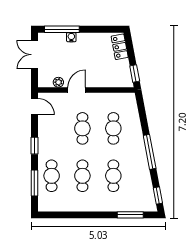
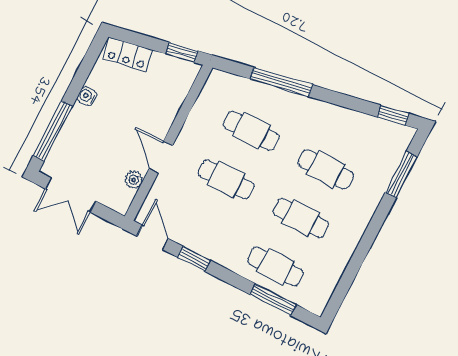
water cooler: (71, 37) -> (87, 96), moved
door: (34, 107) -> (153, 237), hinge flipped
window: (34, 146) -> (194, 259), moved
window: (150, 152) -> (281, 82), moved

